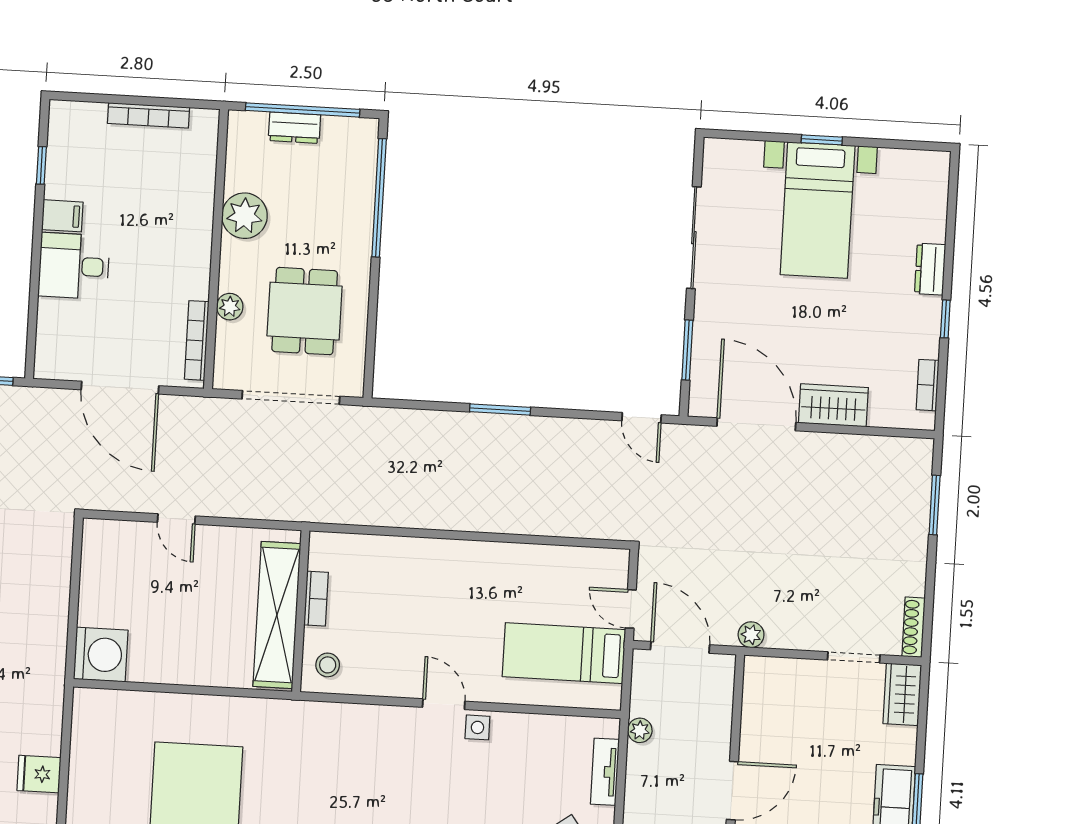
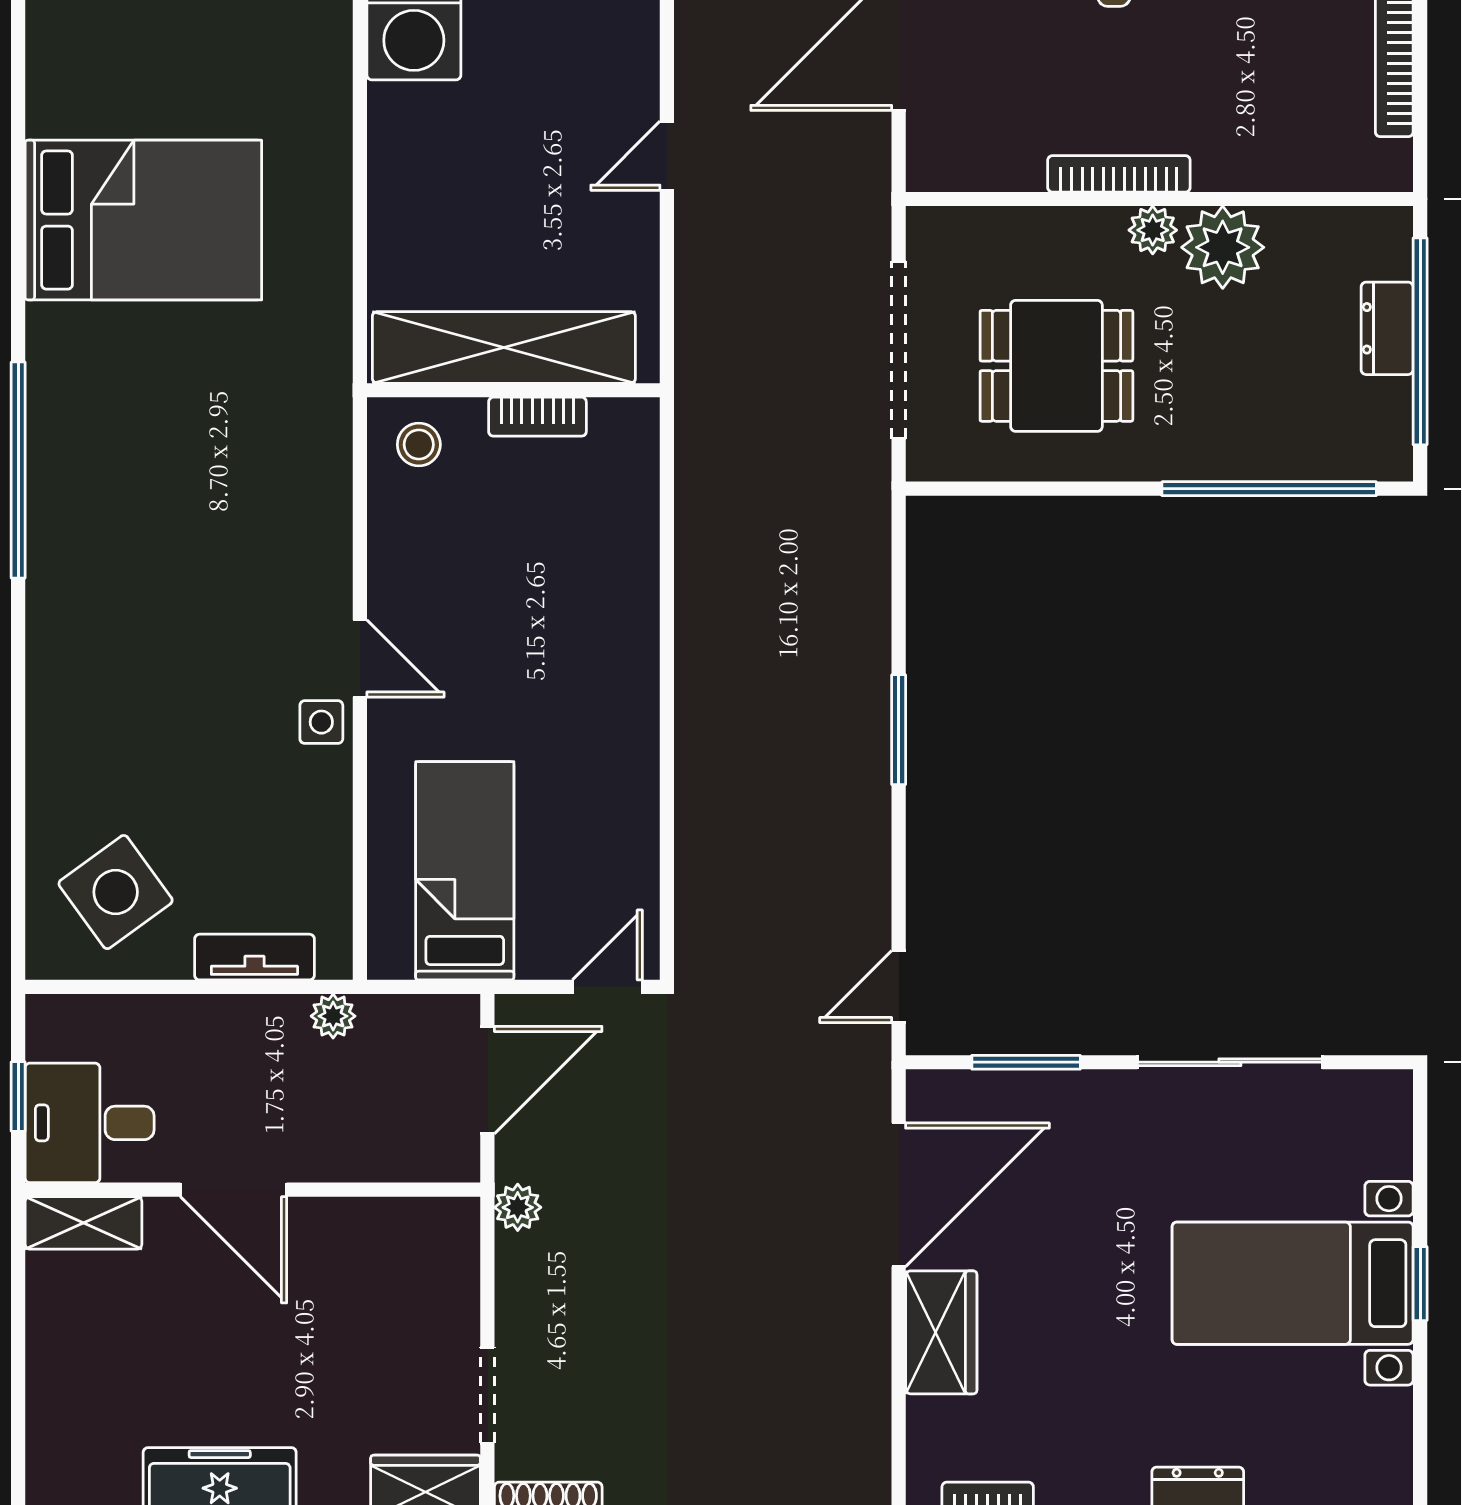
plant: (230, 307) -> (1153, 230), moved
bookcase: (197, 340) -> (1119, 174), moved
door: (631, 609) -> (607, 987), moved
door: (444, 704) -> (360, 659), hinge flipped

